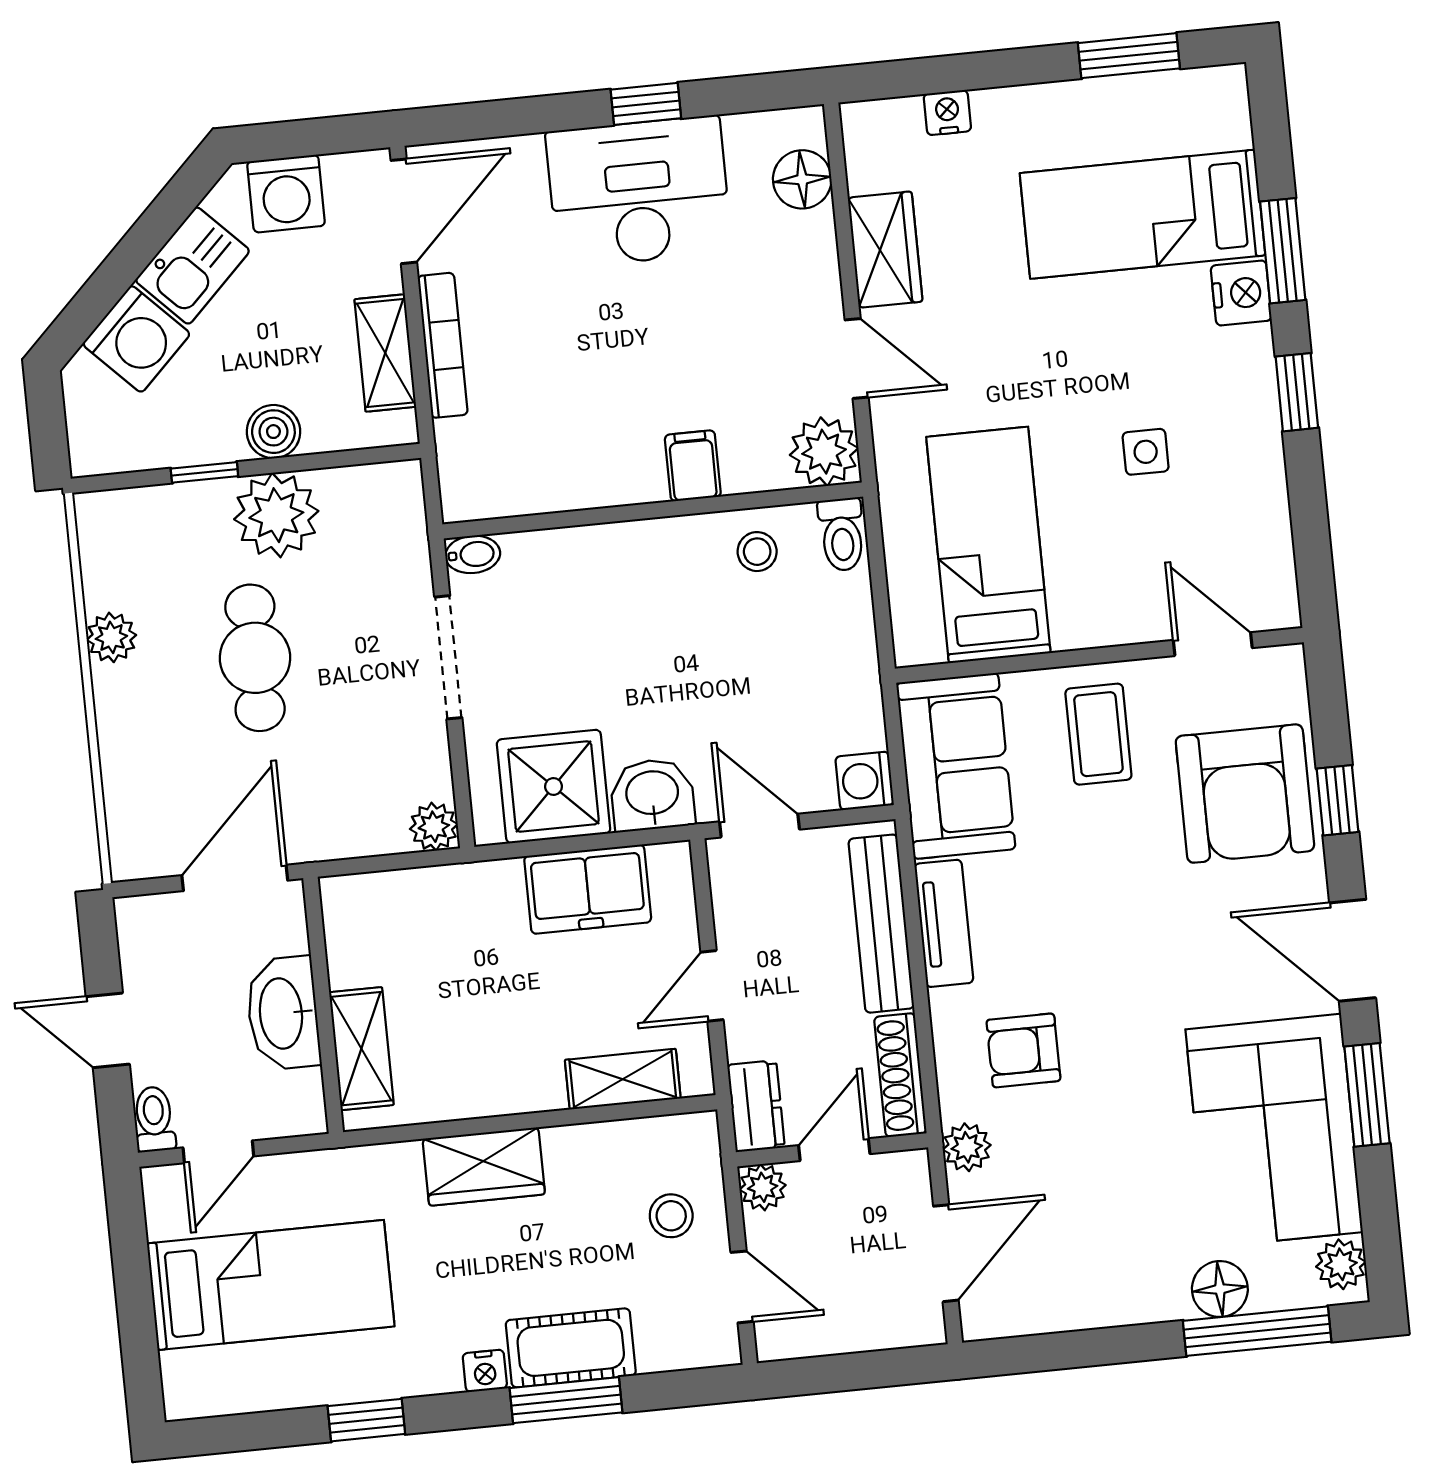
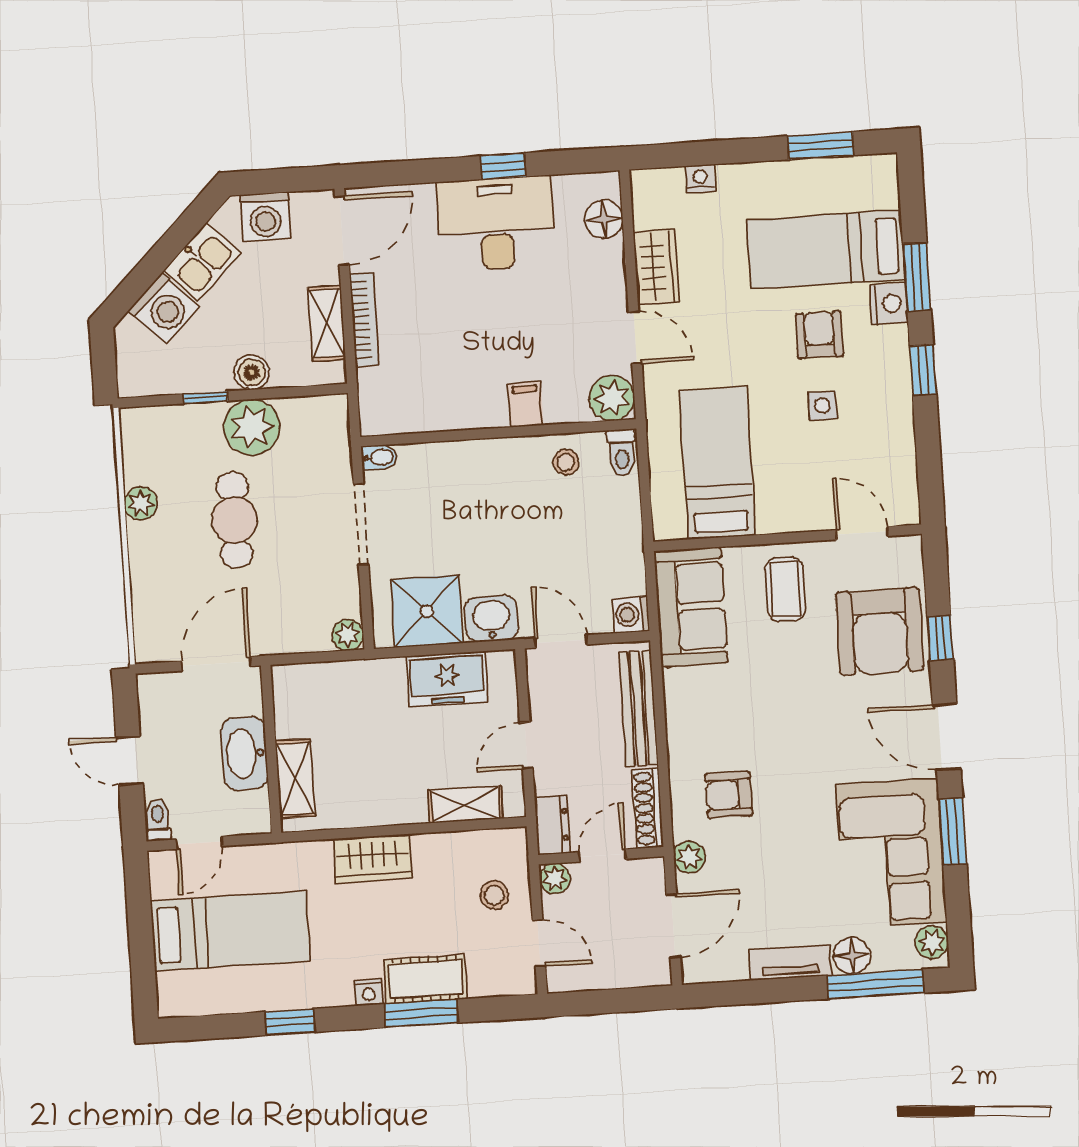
armchair: (1137, 344) -> (819, 335), added
tv unit: (944, 923) -> (790, 962), moved, turned -90

